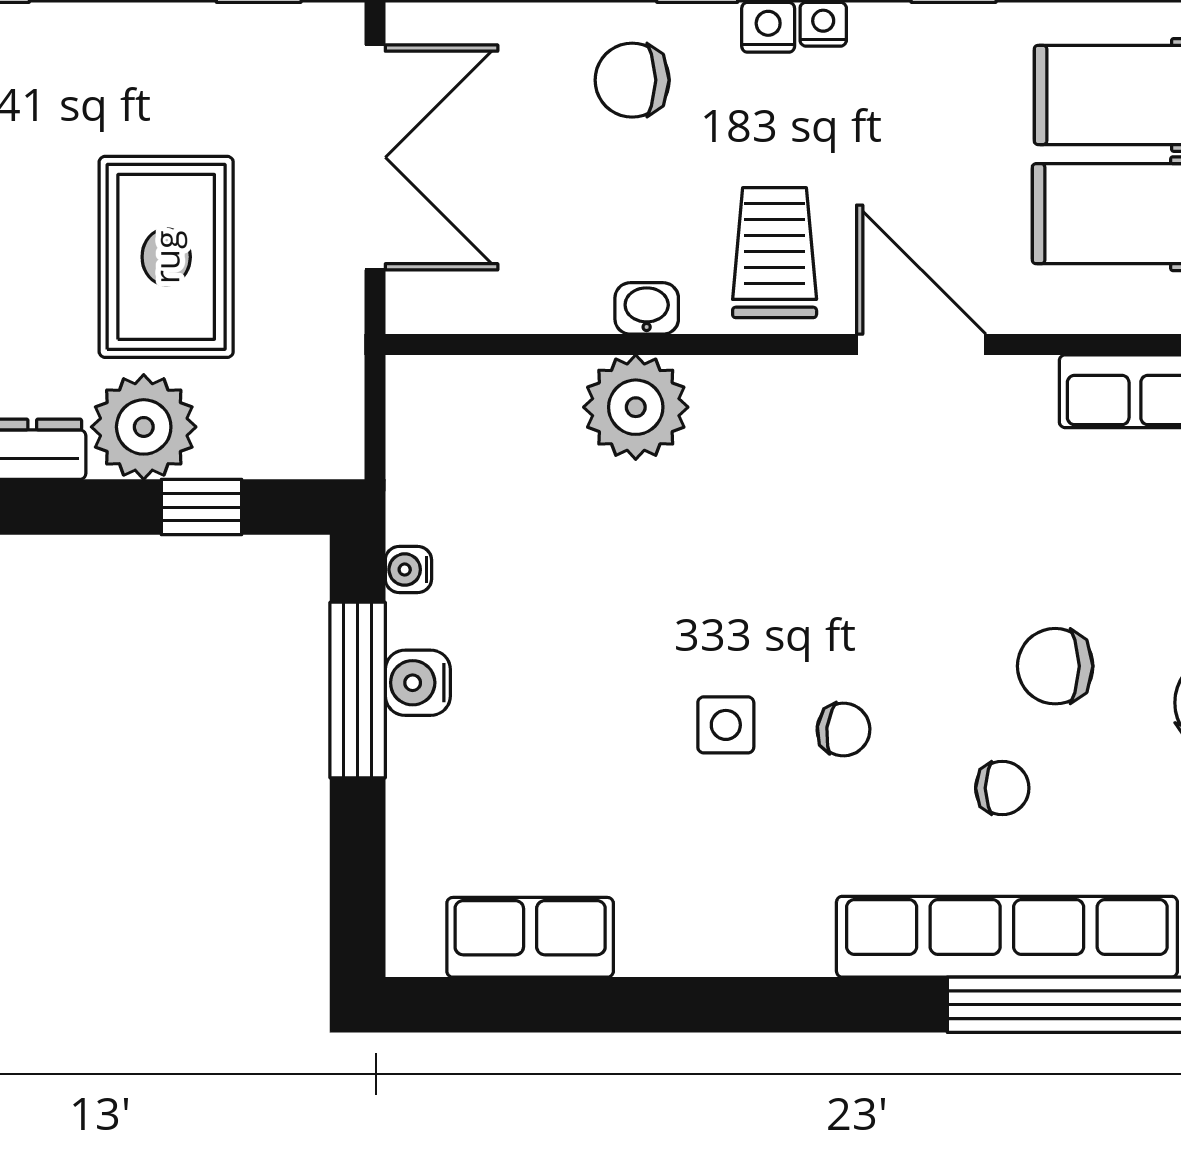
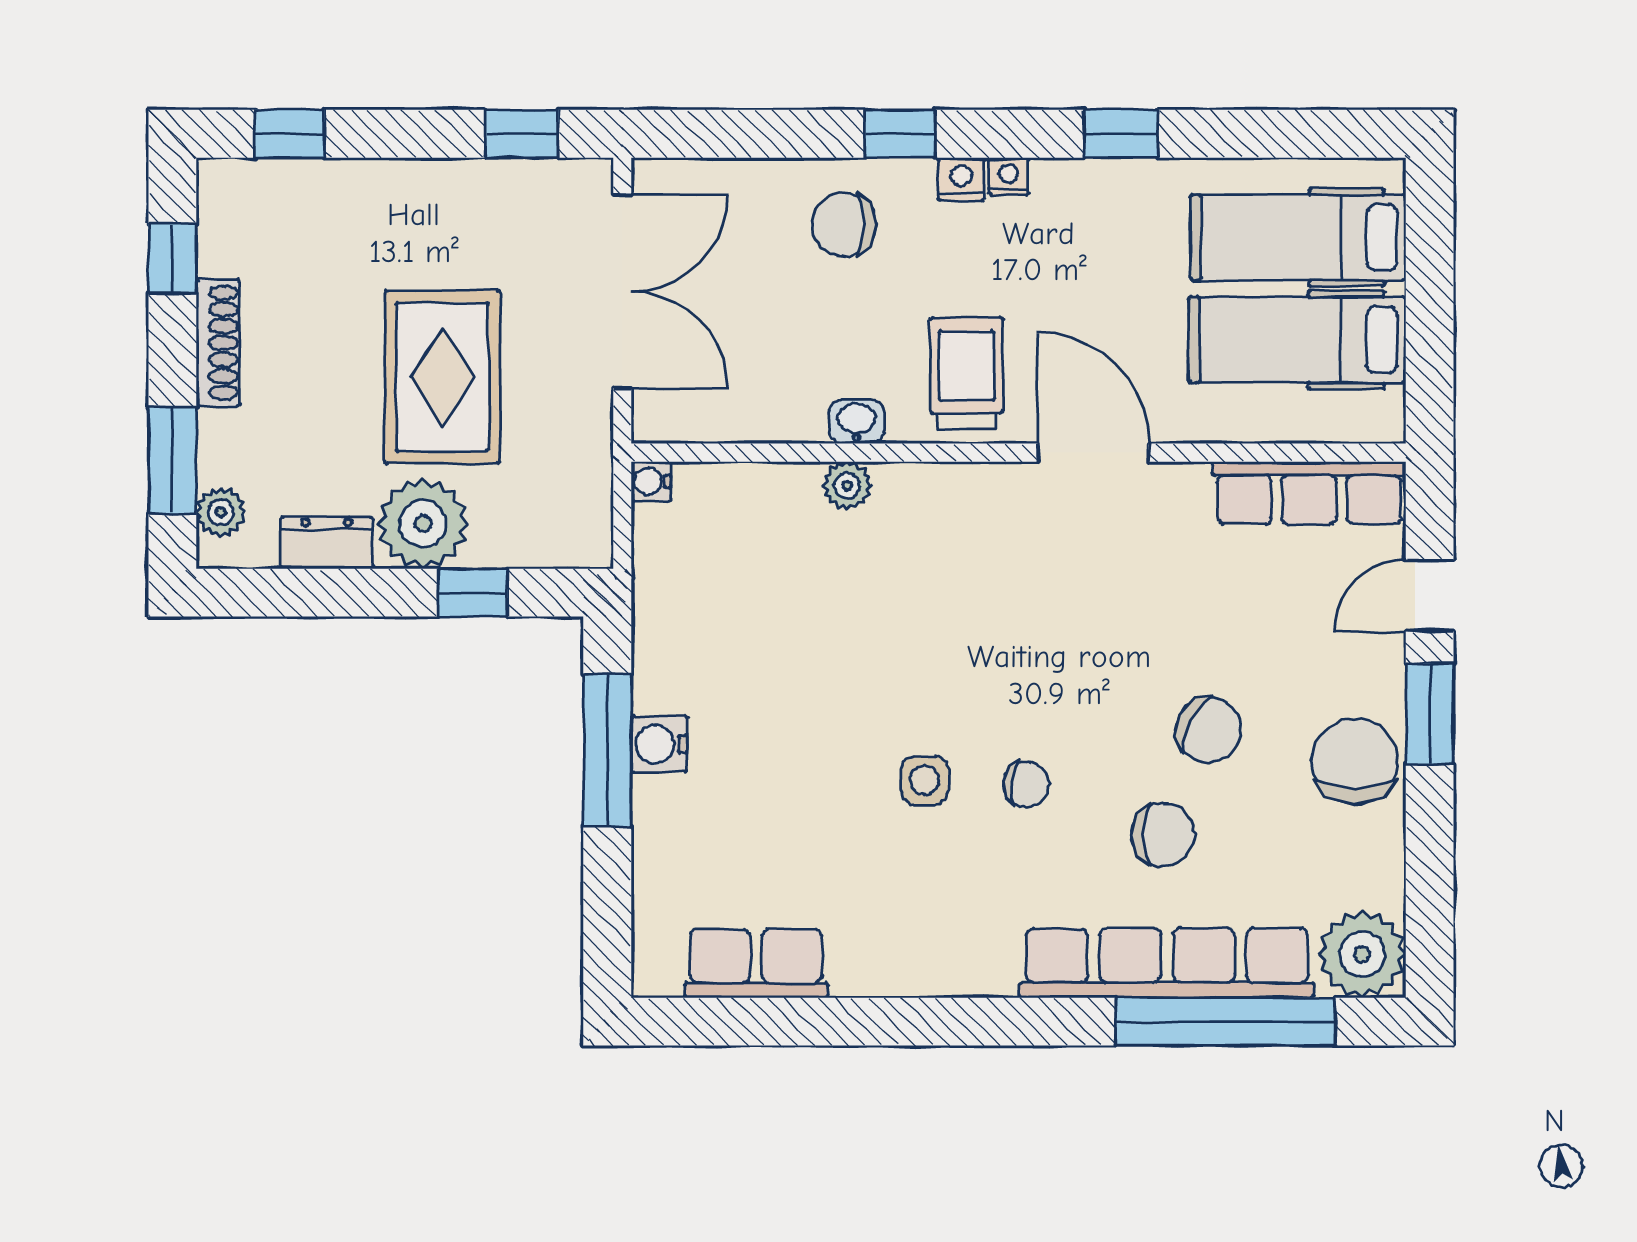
plant: (636, 407) -> (847, 486), width x0.53, depth x0.53
water cooler: (408, 570) -> (651, 481), moved
chair: (1055, 666) -> (1209, 730), turned -152
chair: (1002, 788) -> (1163, 835), width x1.37, depth x1.37

